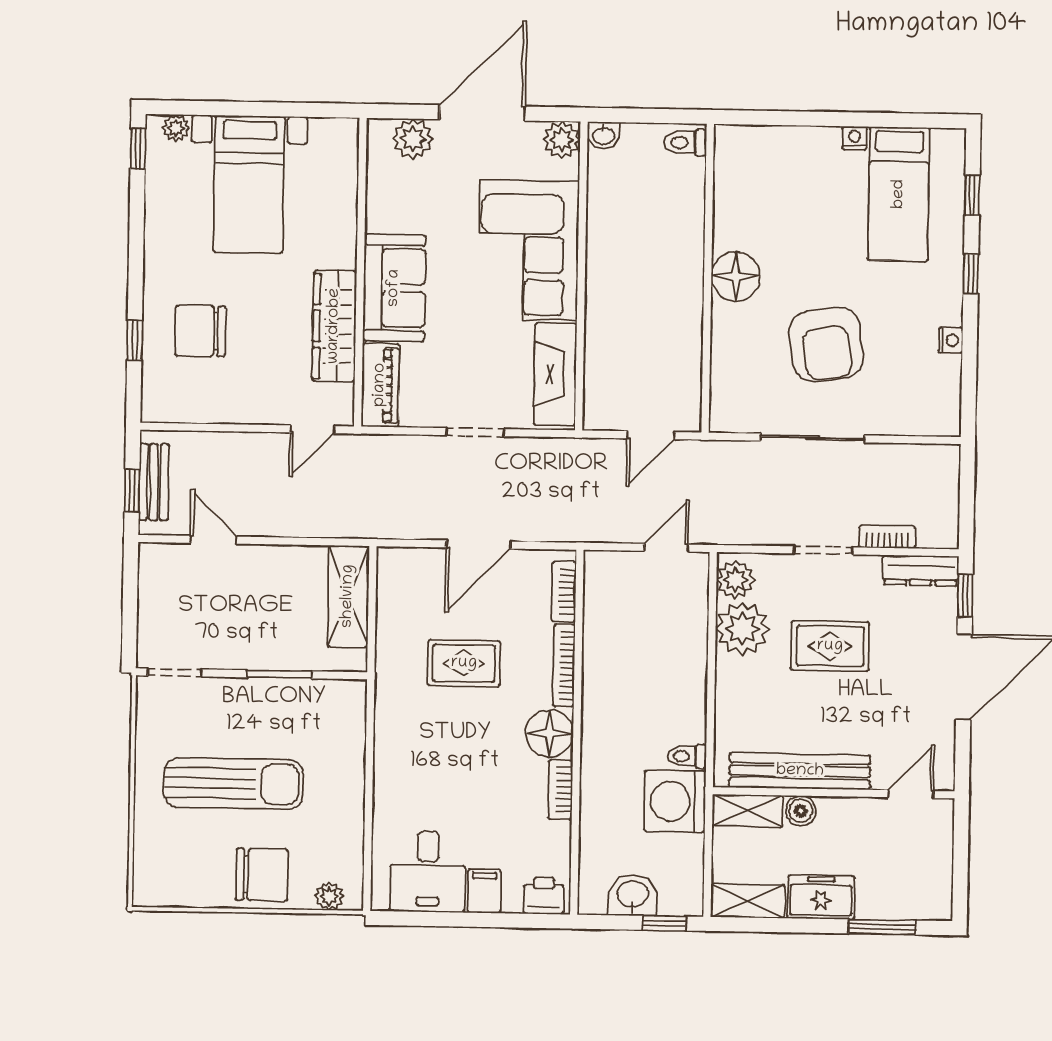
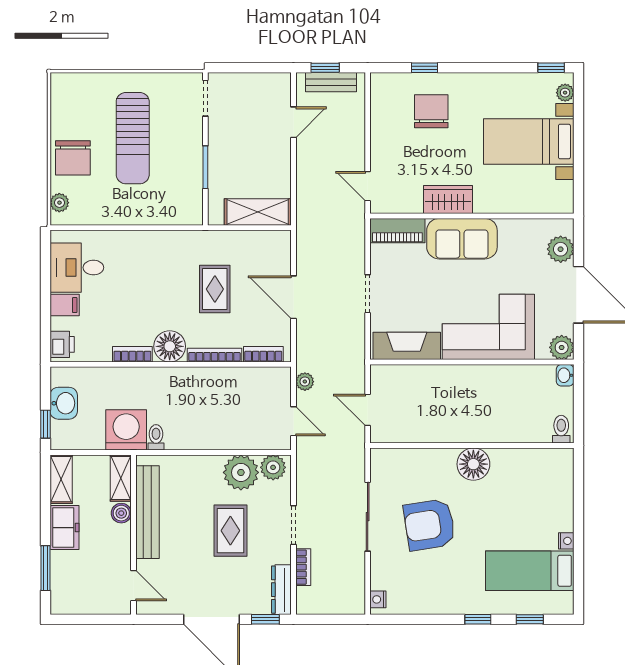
wardrobe: (334, 326) -> (448, 200), width x0.67
nightstand: (951, 340) -> (378, 599), moved, turned 90
plant: (606, 530) -> (305, 382), added

